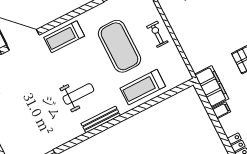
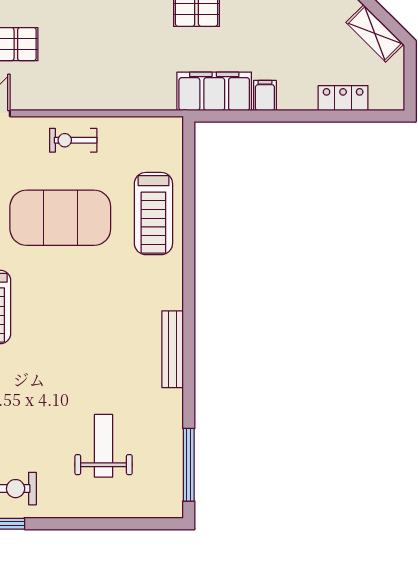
weight bench: (78, 94) -> (104, 446), moved
bench: (101, 119) -> (173, 349), moved

